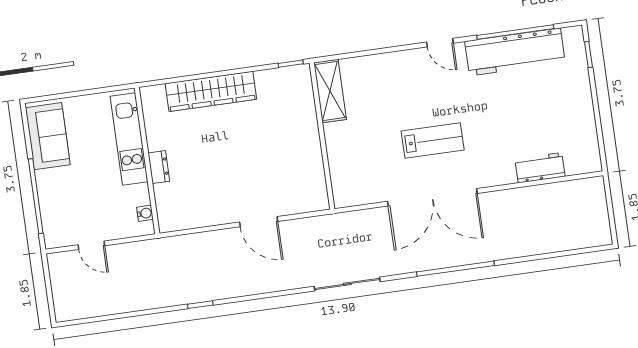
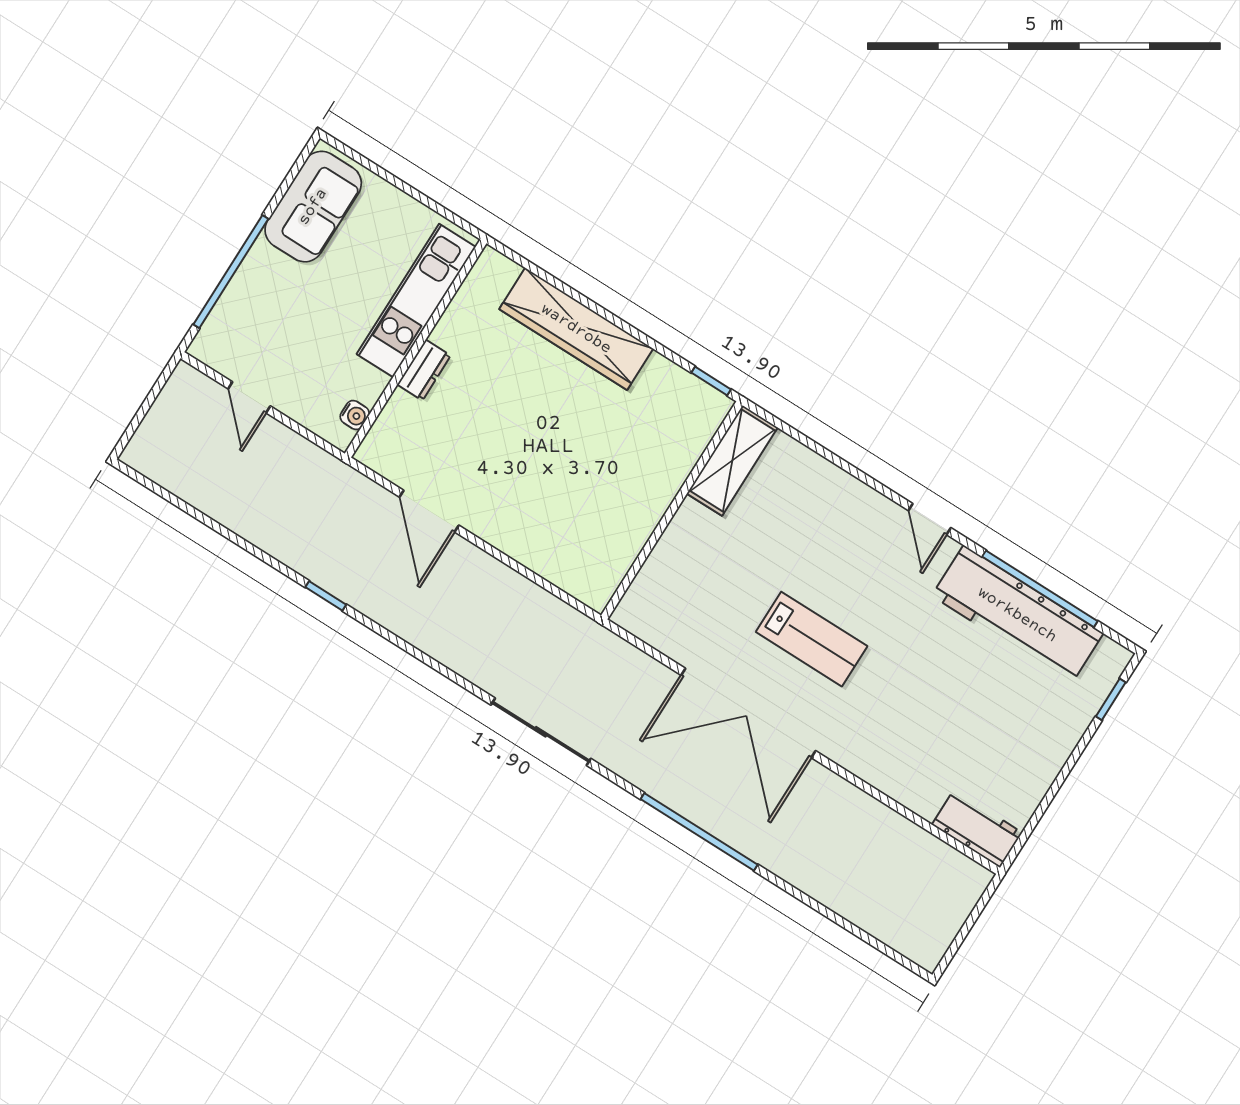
workbench: (540, 168) -> (977, 829), moved
door: (259, 222) -> (429, 511), moved

